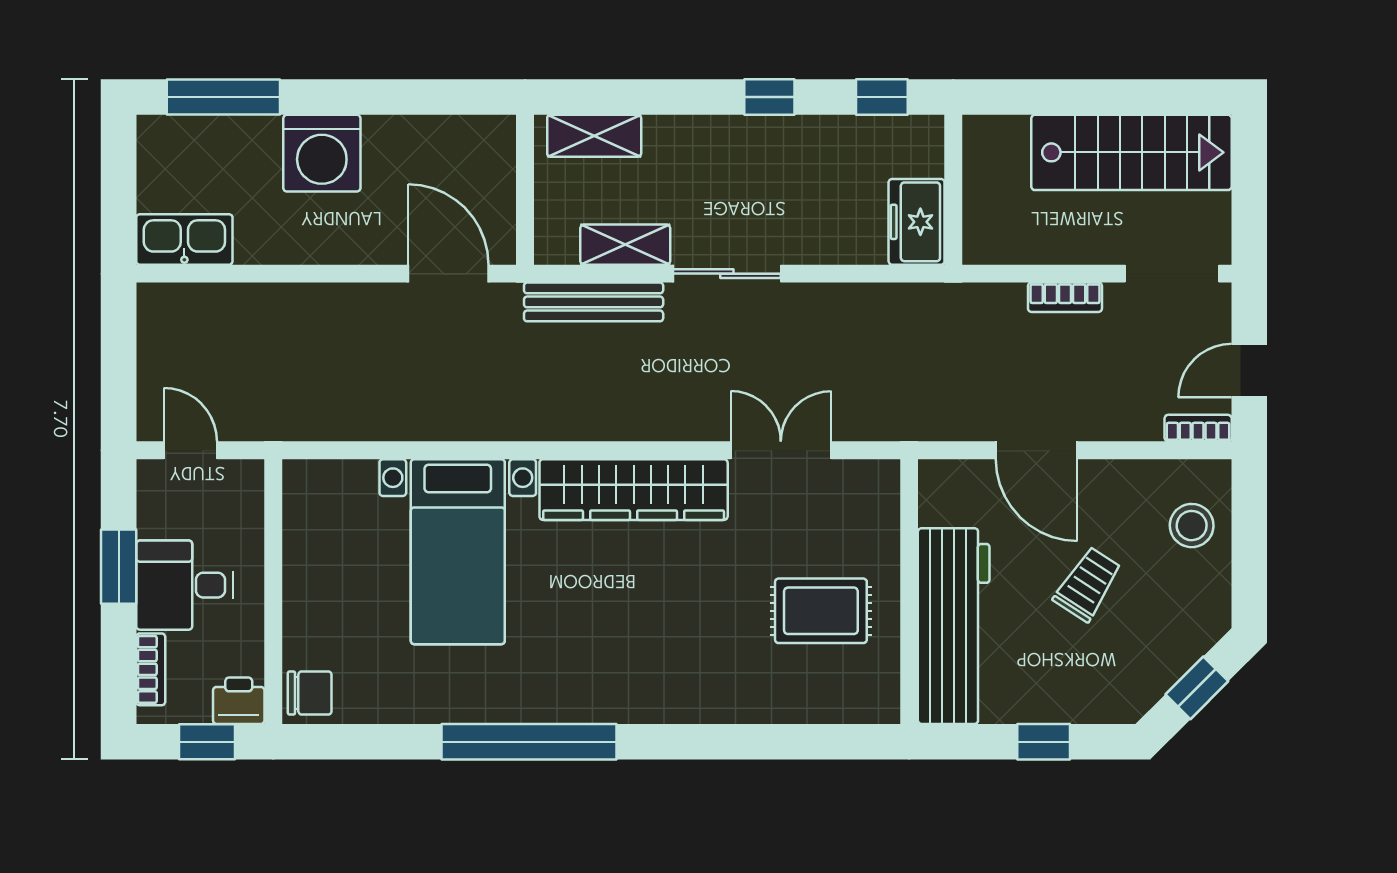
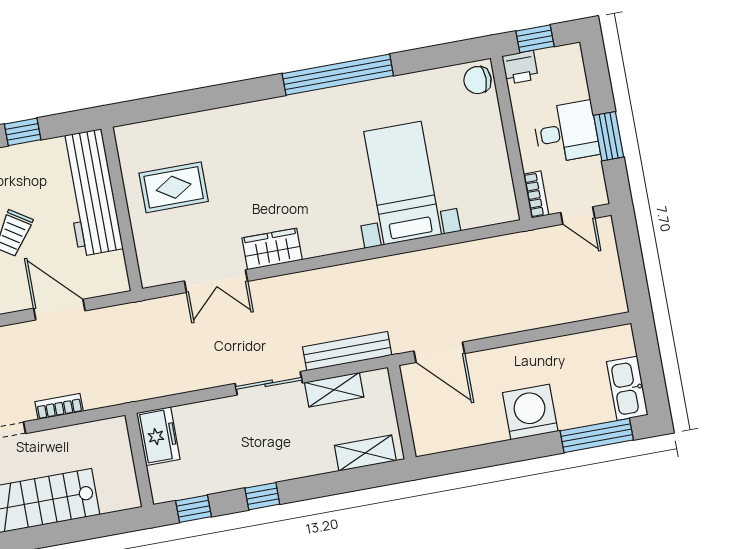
kitchen sink: (184, 239) -> (627, 388), moved, turned 90
wardrobe: (634, 490) -> (272, 249), width x0.48, depth x0.85
bookcase: (151, 669) -> (536, 195), moved, turned 180

